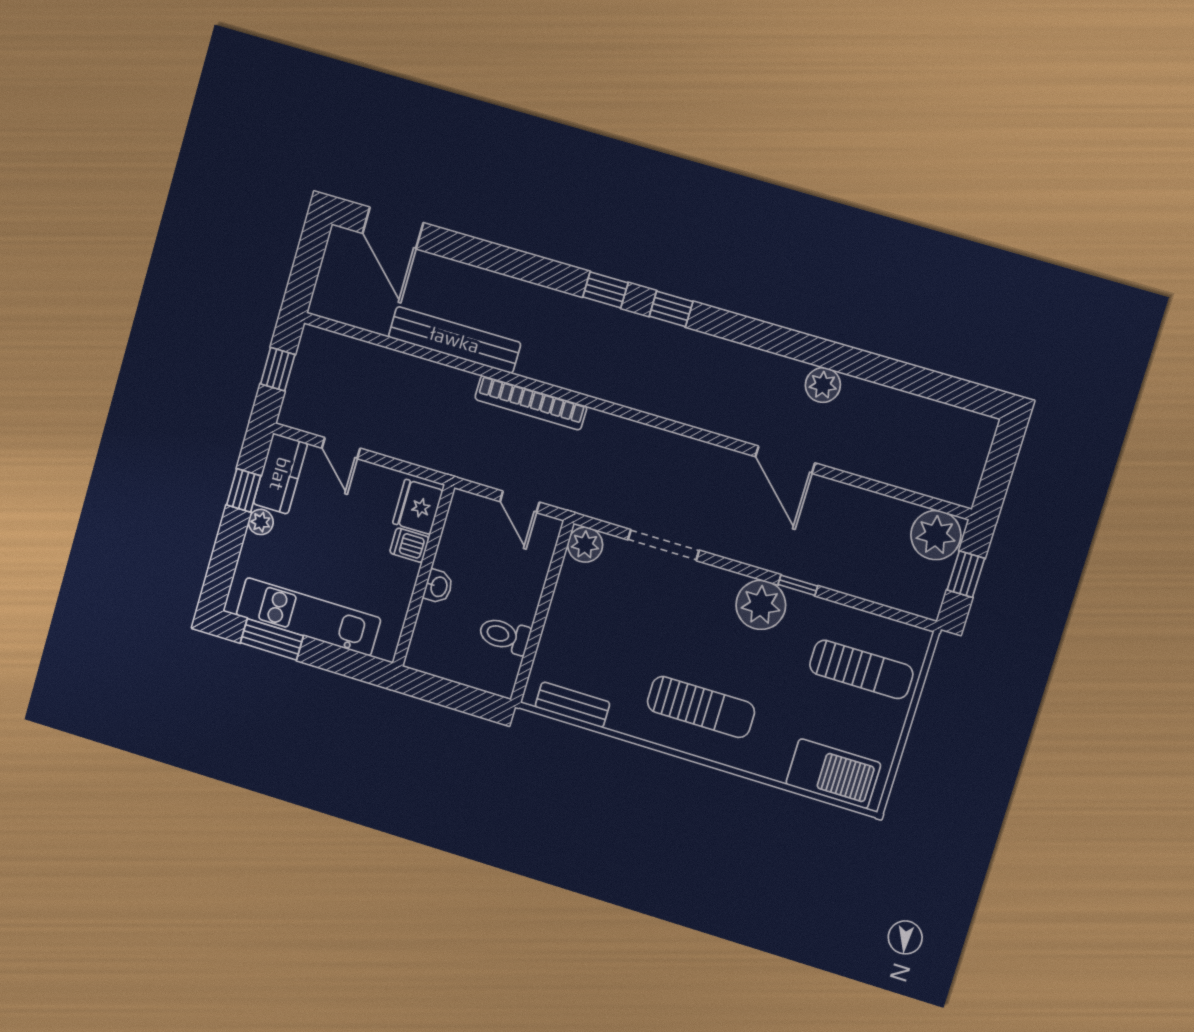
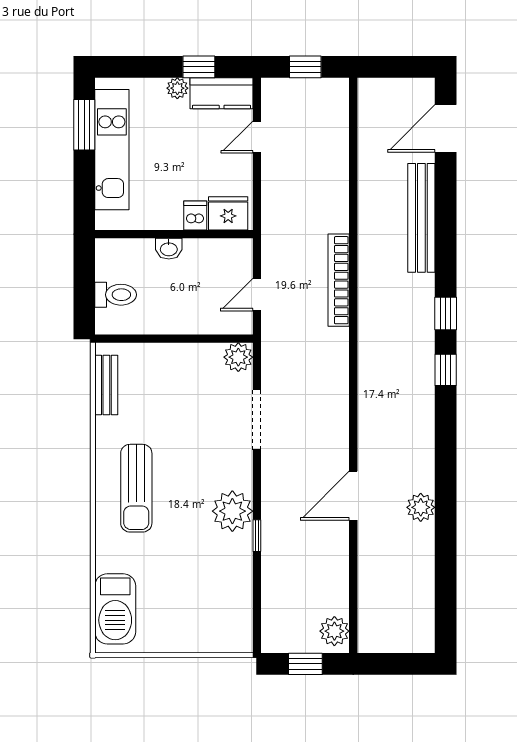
bench: (455, 340) -> (421, 218), moved
plant: (936, 535) -> (334, 631), width x0.73, depth x0.73
toilet: (504, 635) -> (116, 295), moved, turned 90
sun lounger: (861, 669) -> (205, 605), removed

